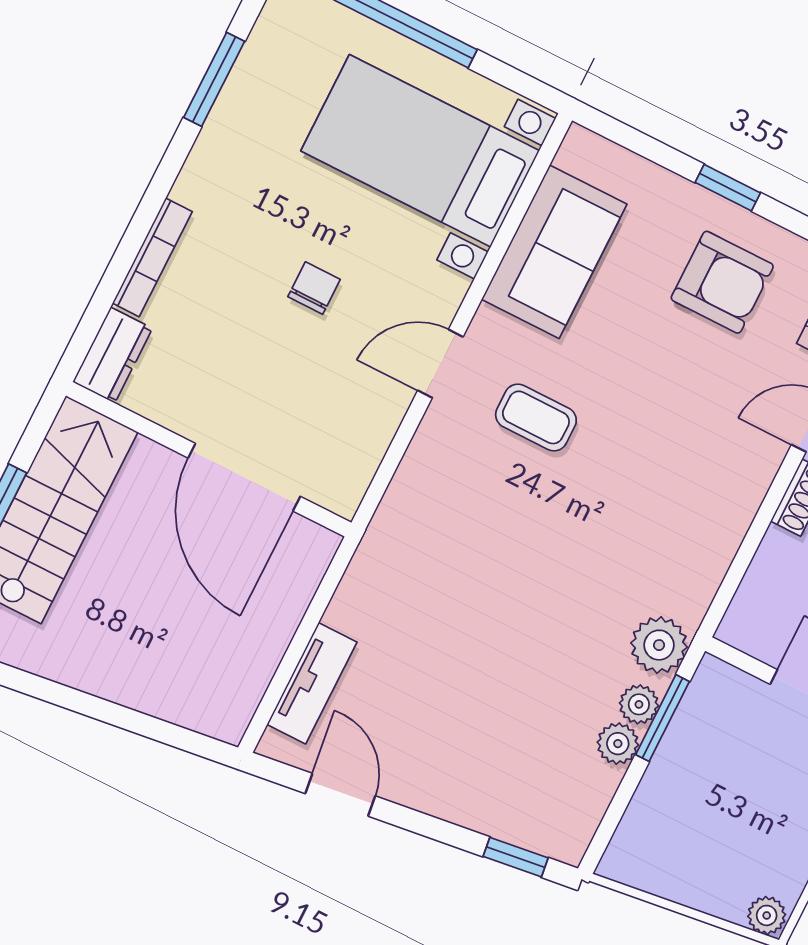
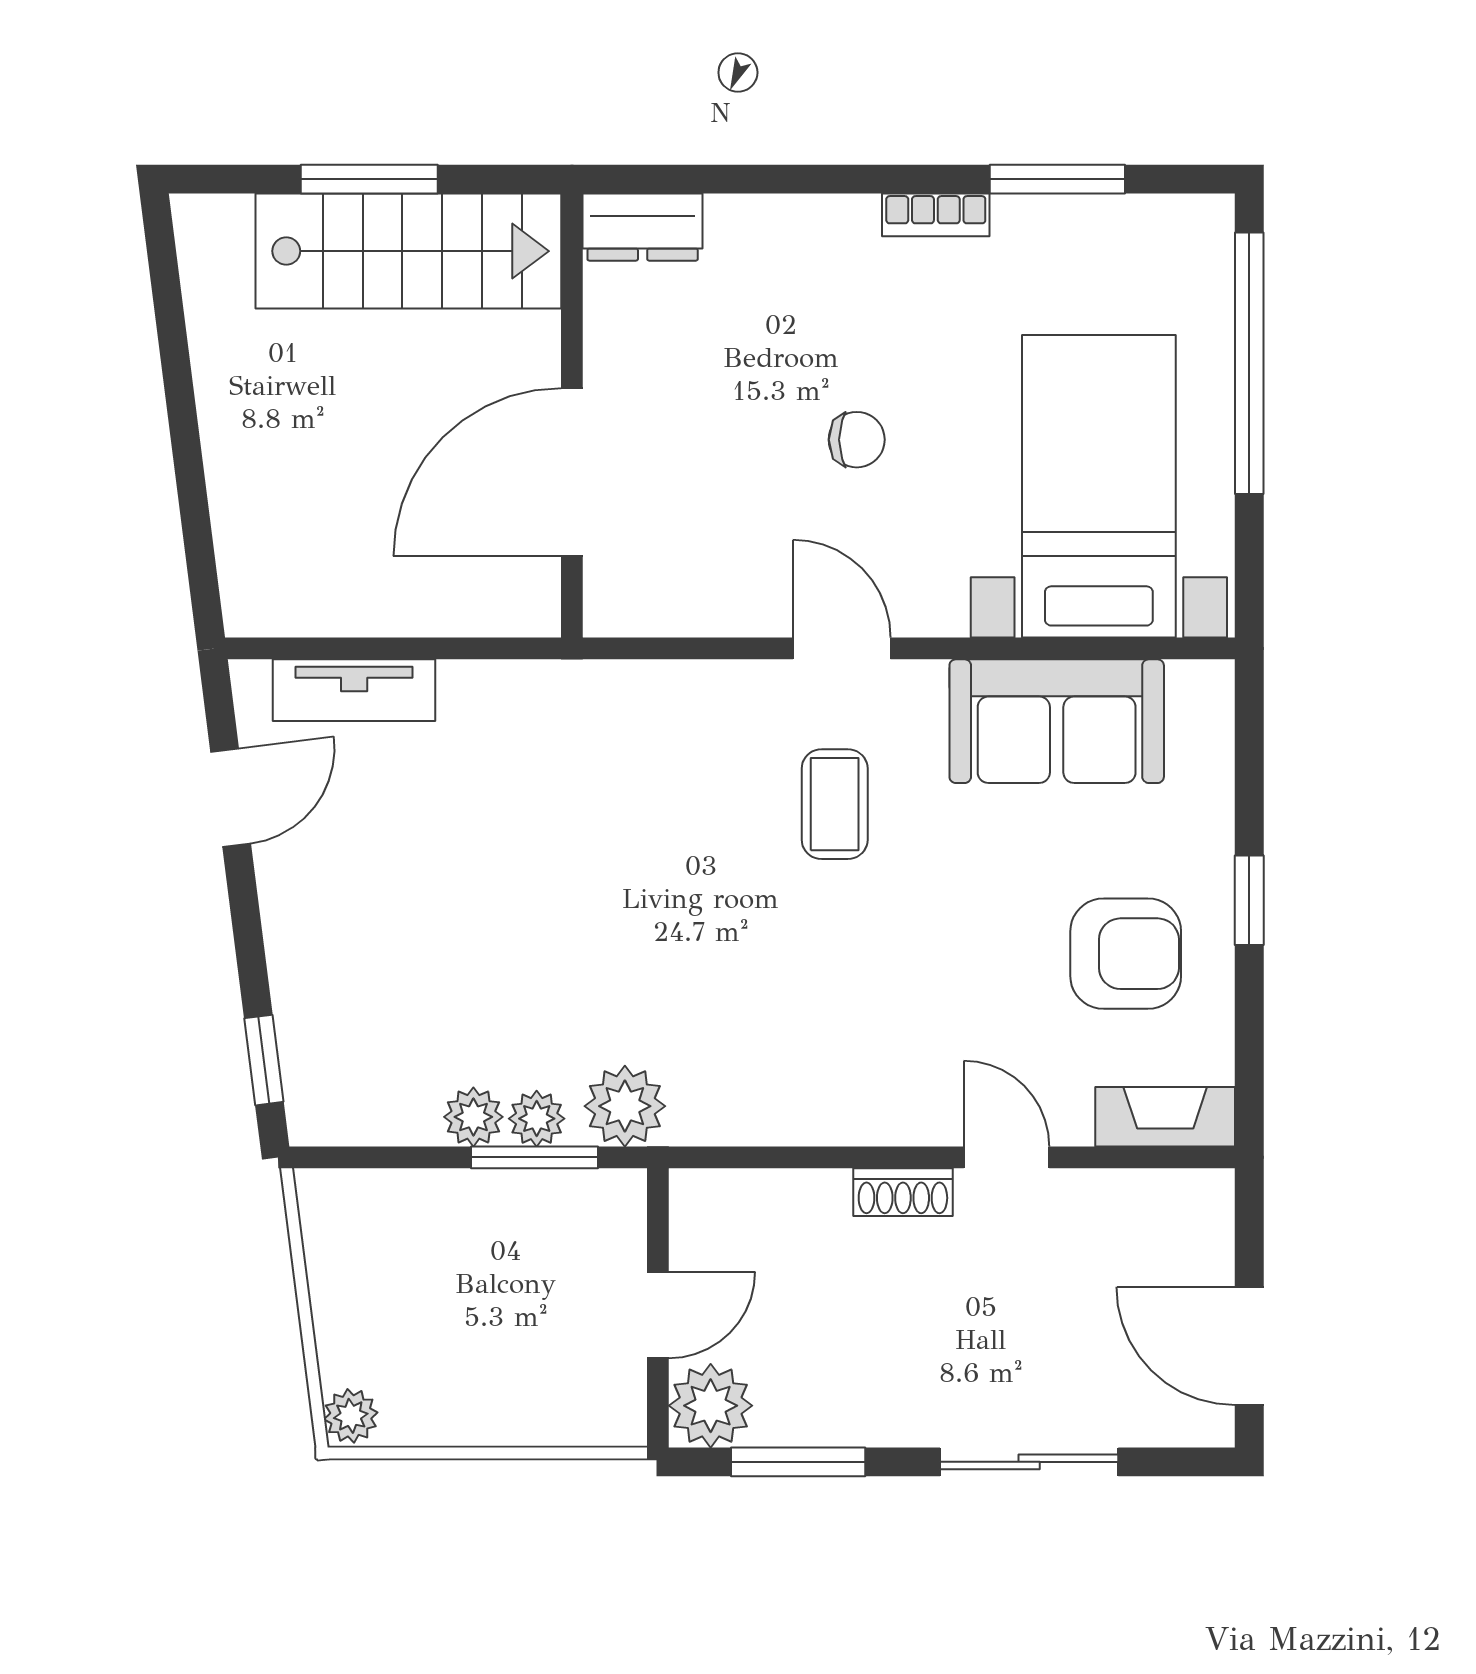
bookcase: (152, 257) -> (936, 215), moved, width x0.64
armchair: (722, 282) -> (1126, 954), turned -90

